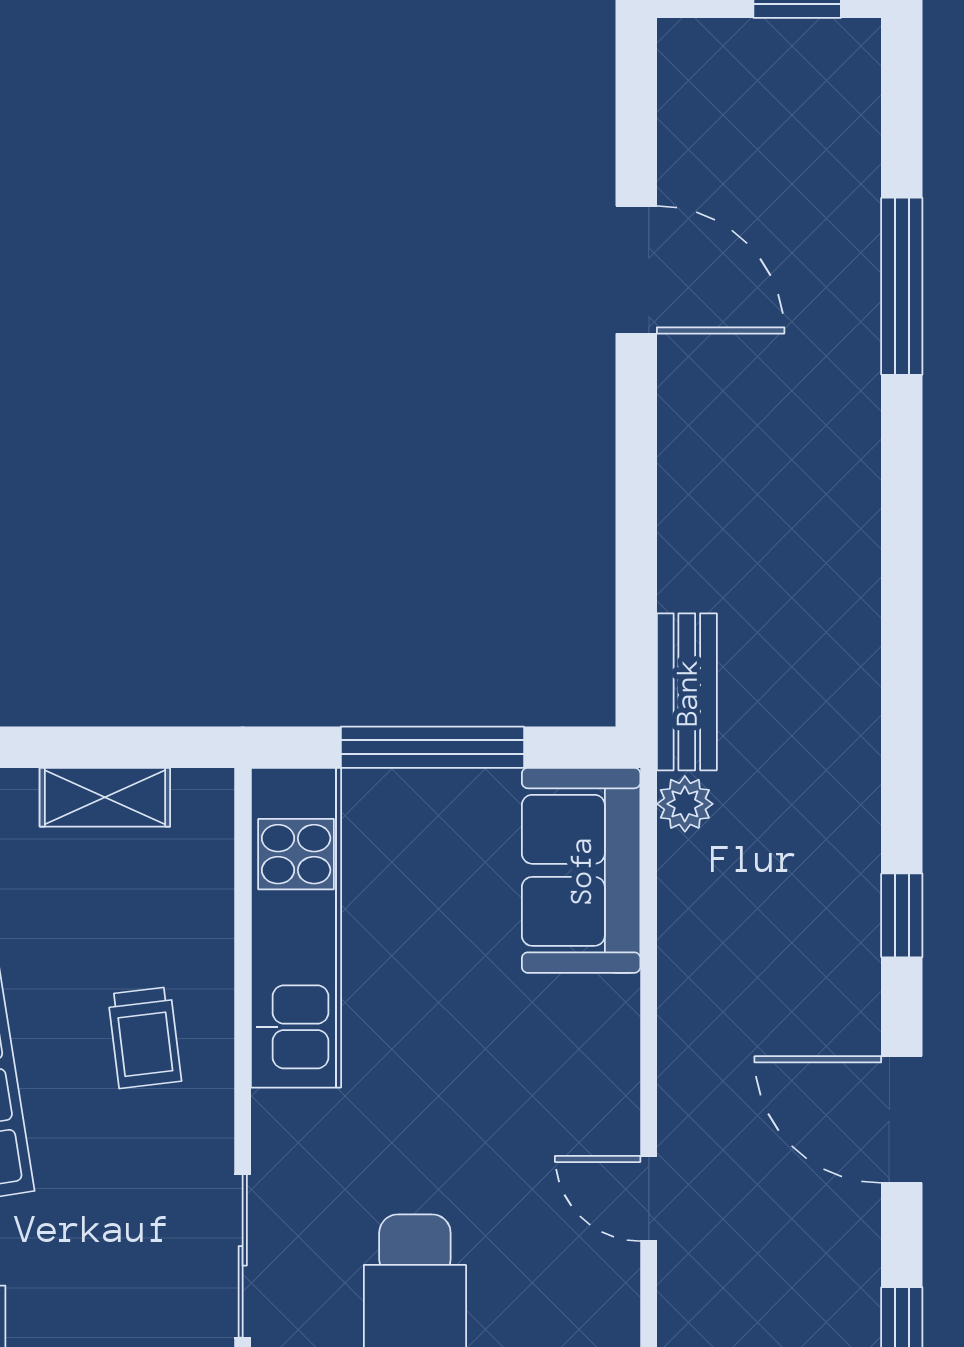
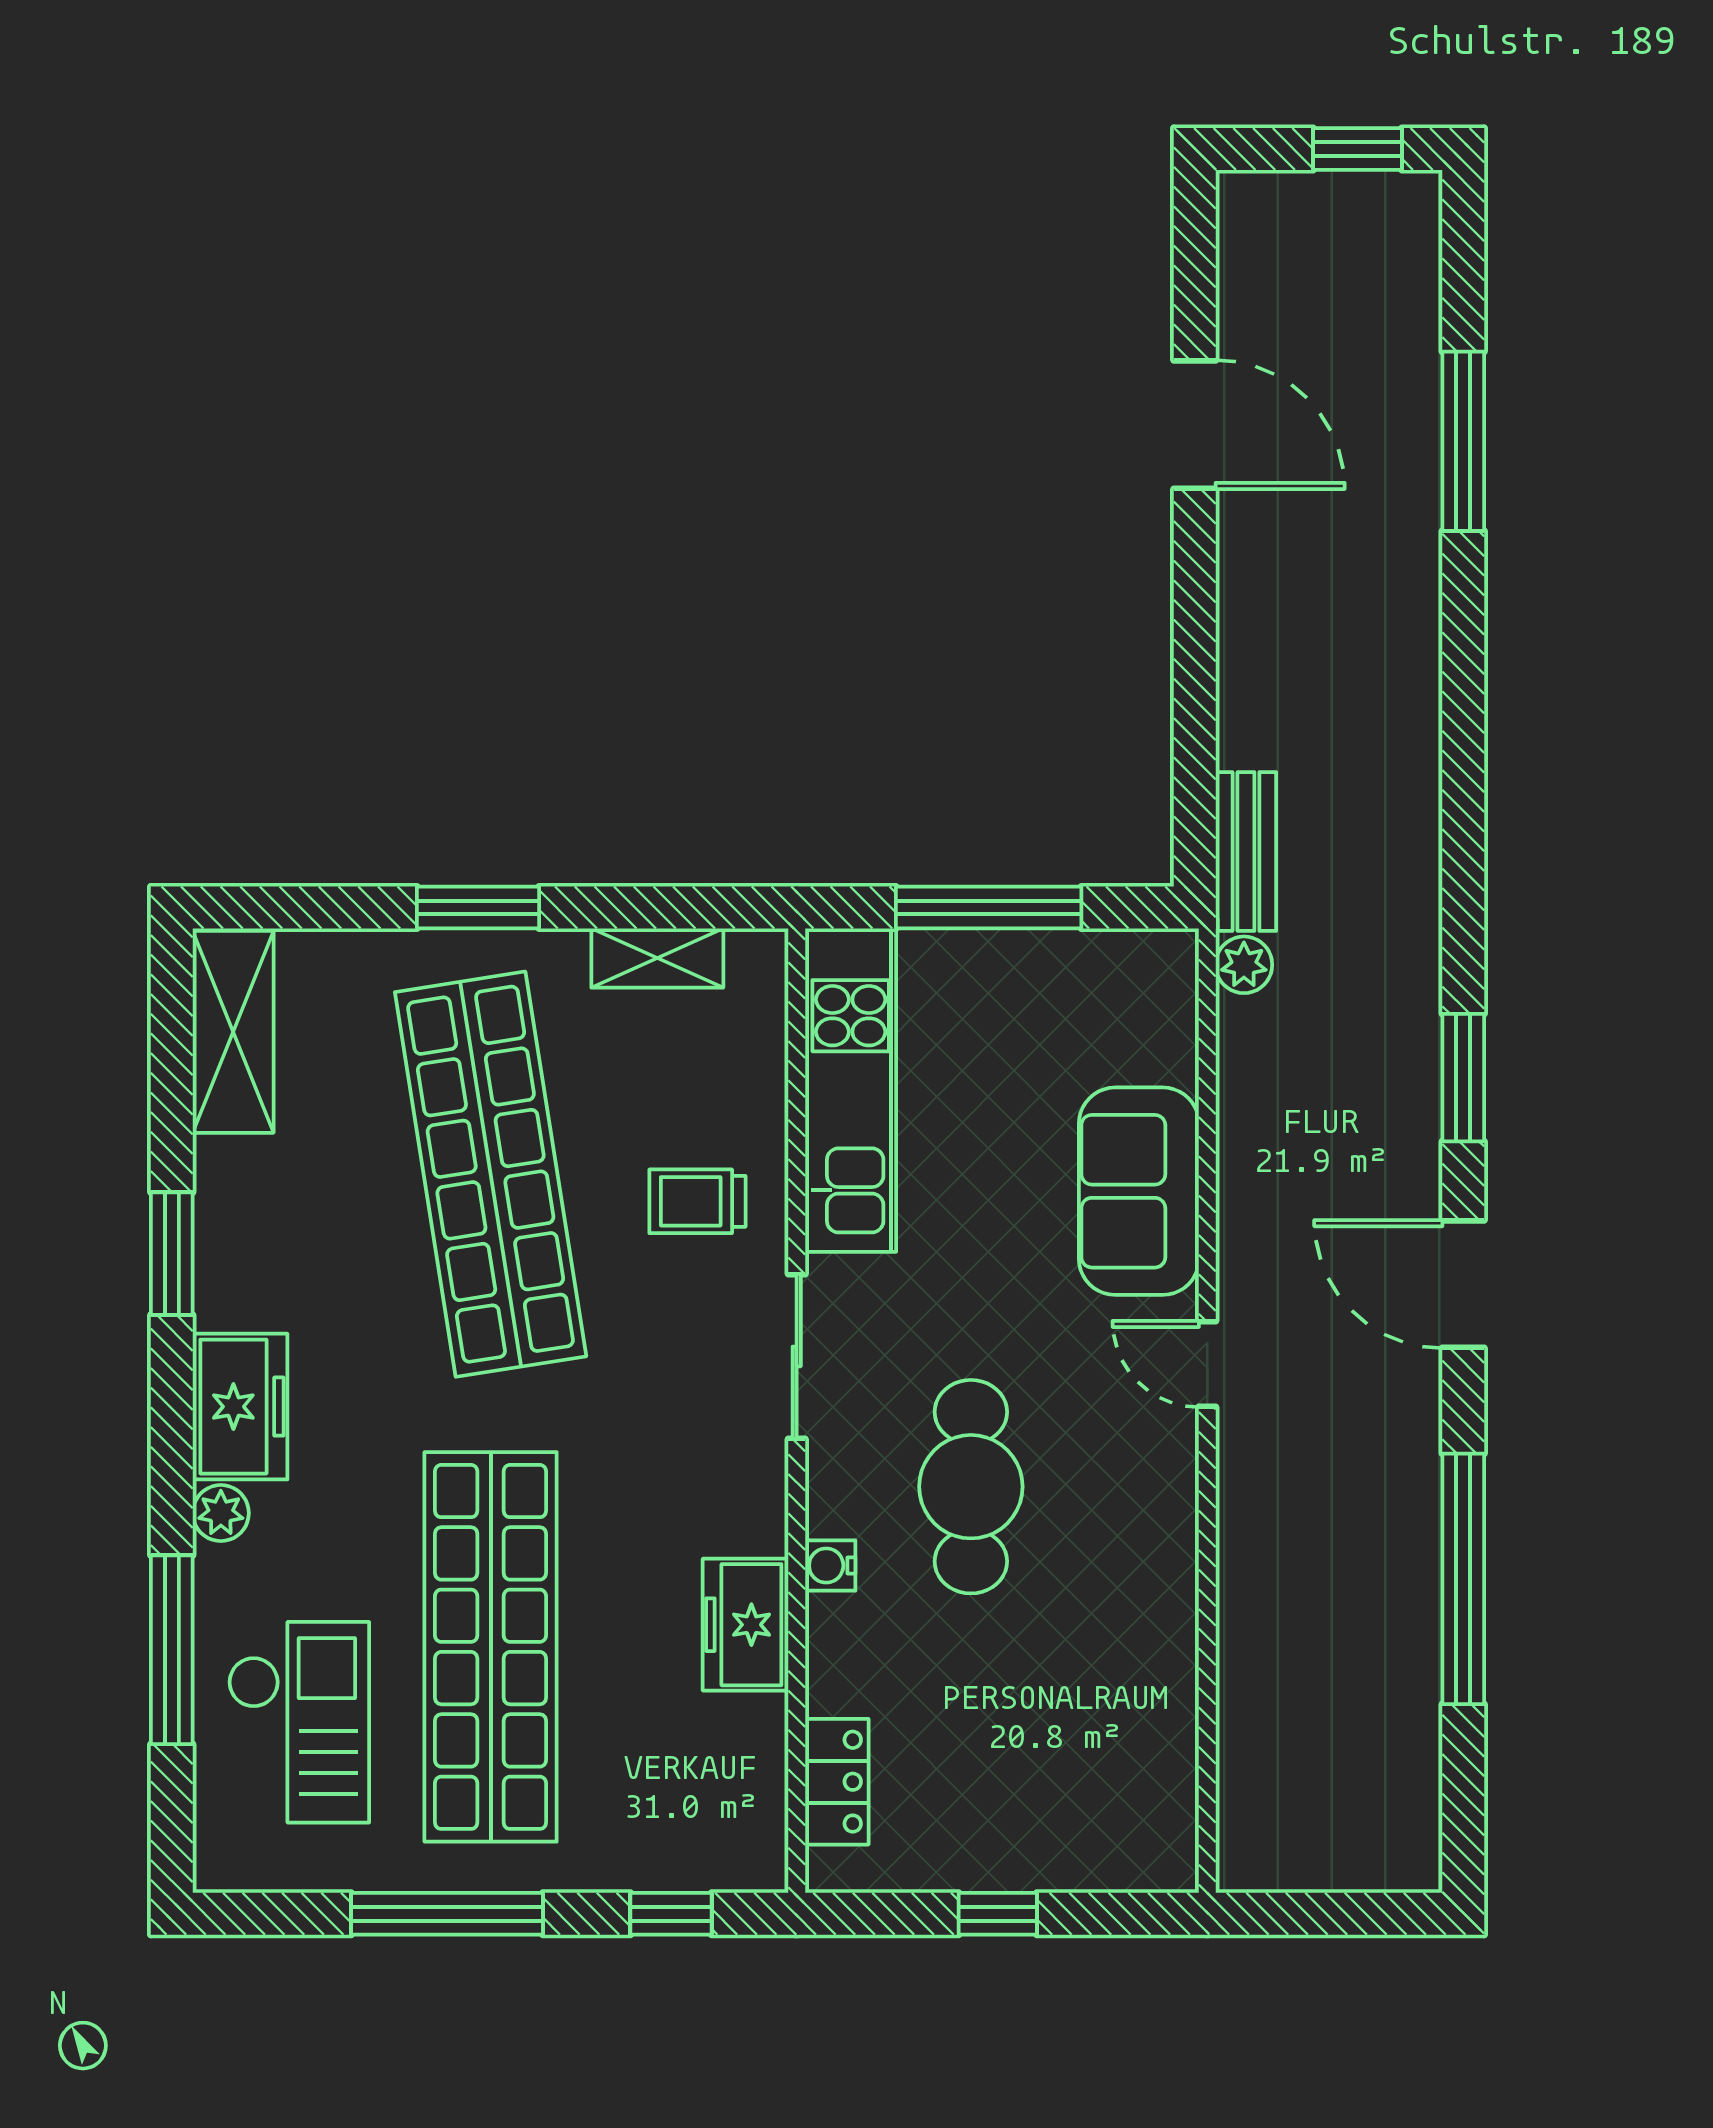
sofa: (581, 870) -> (1139, 1191), moved
window: (902, 915) -> (1463, 1078), width x1.50
trolley: (145, 1038) -> (697, 1201), turned 97
sliding door: (243, 1256) -> (797, 1356), moved

